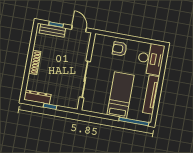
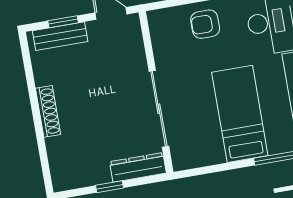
dresser: (37, 97) -> (138, 167), moved

